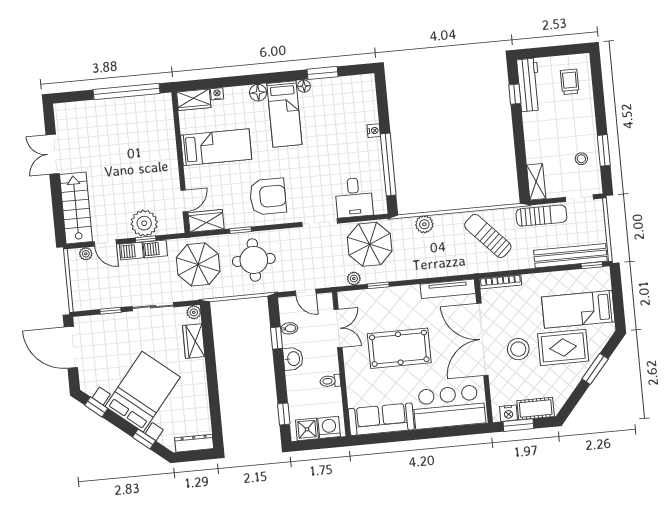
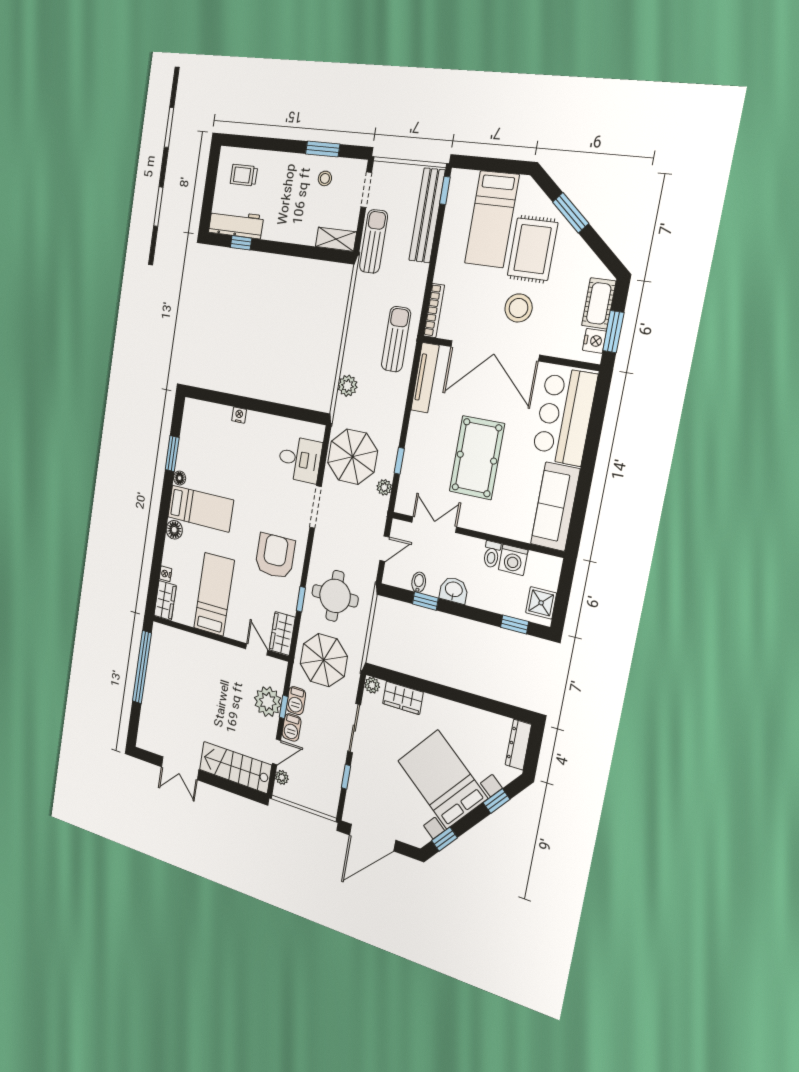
window: (388, 165) -> (276, 409), removed
sun lounger: (488, 236) -> (396, 339), moved, turned 133
washing machine: (329, 427) -> (513, 560), moved, turned -90

